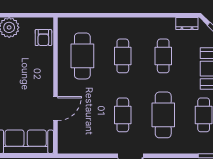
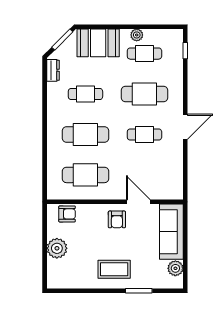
cafe table: (123, 56) -> (85, 134), width x1.37, depth x1.35
armchair: (38, 87) -> (117, 219), added

